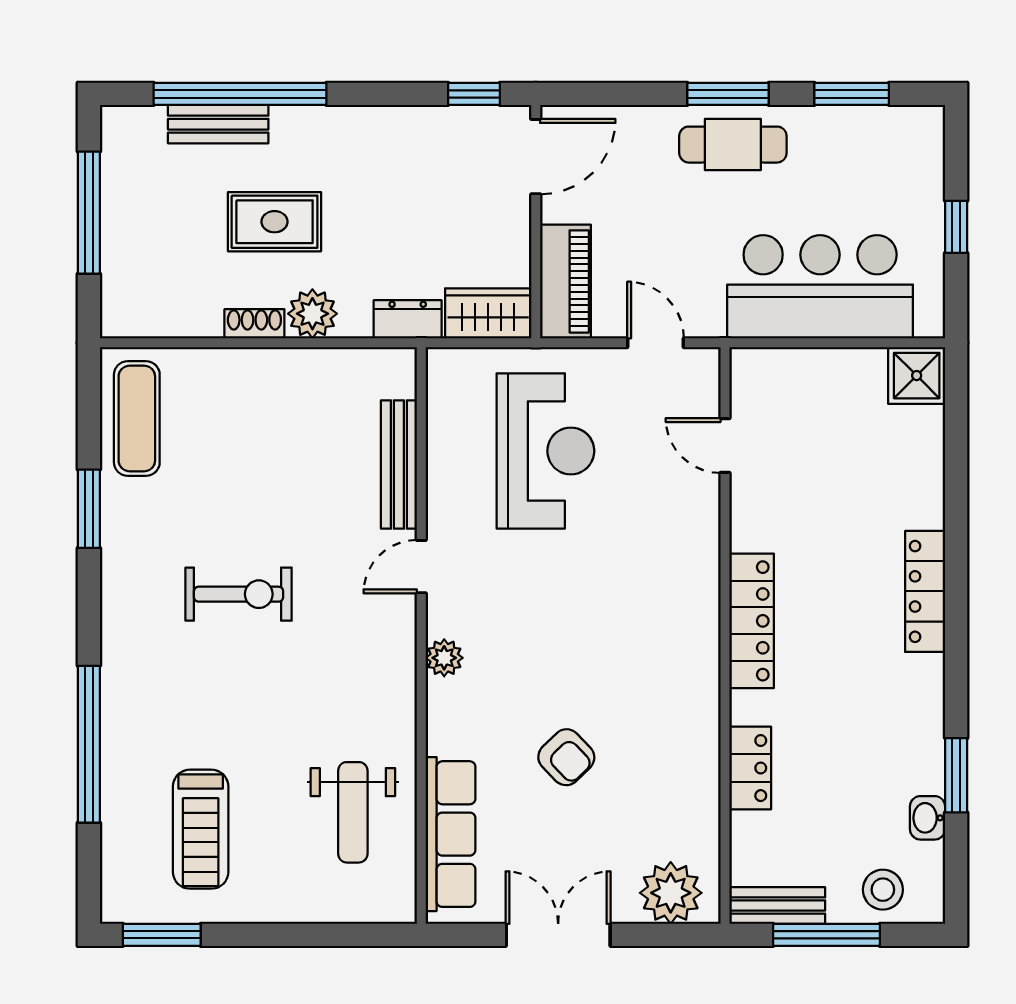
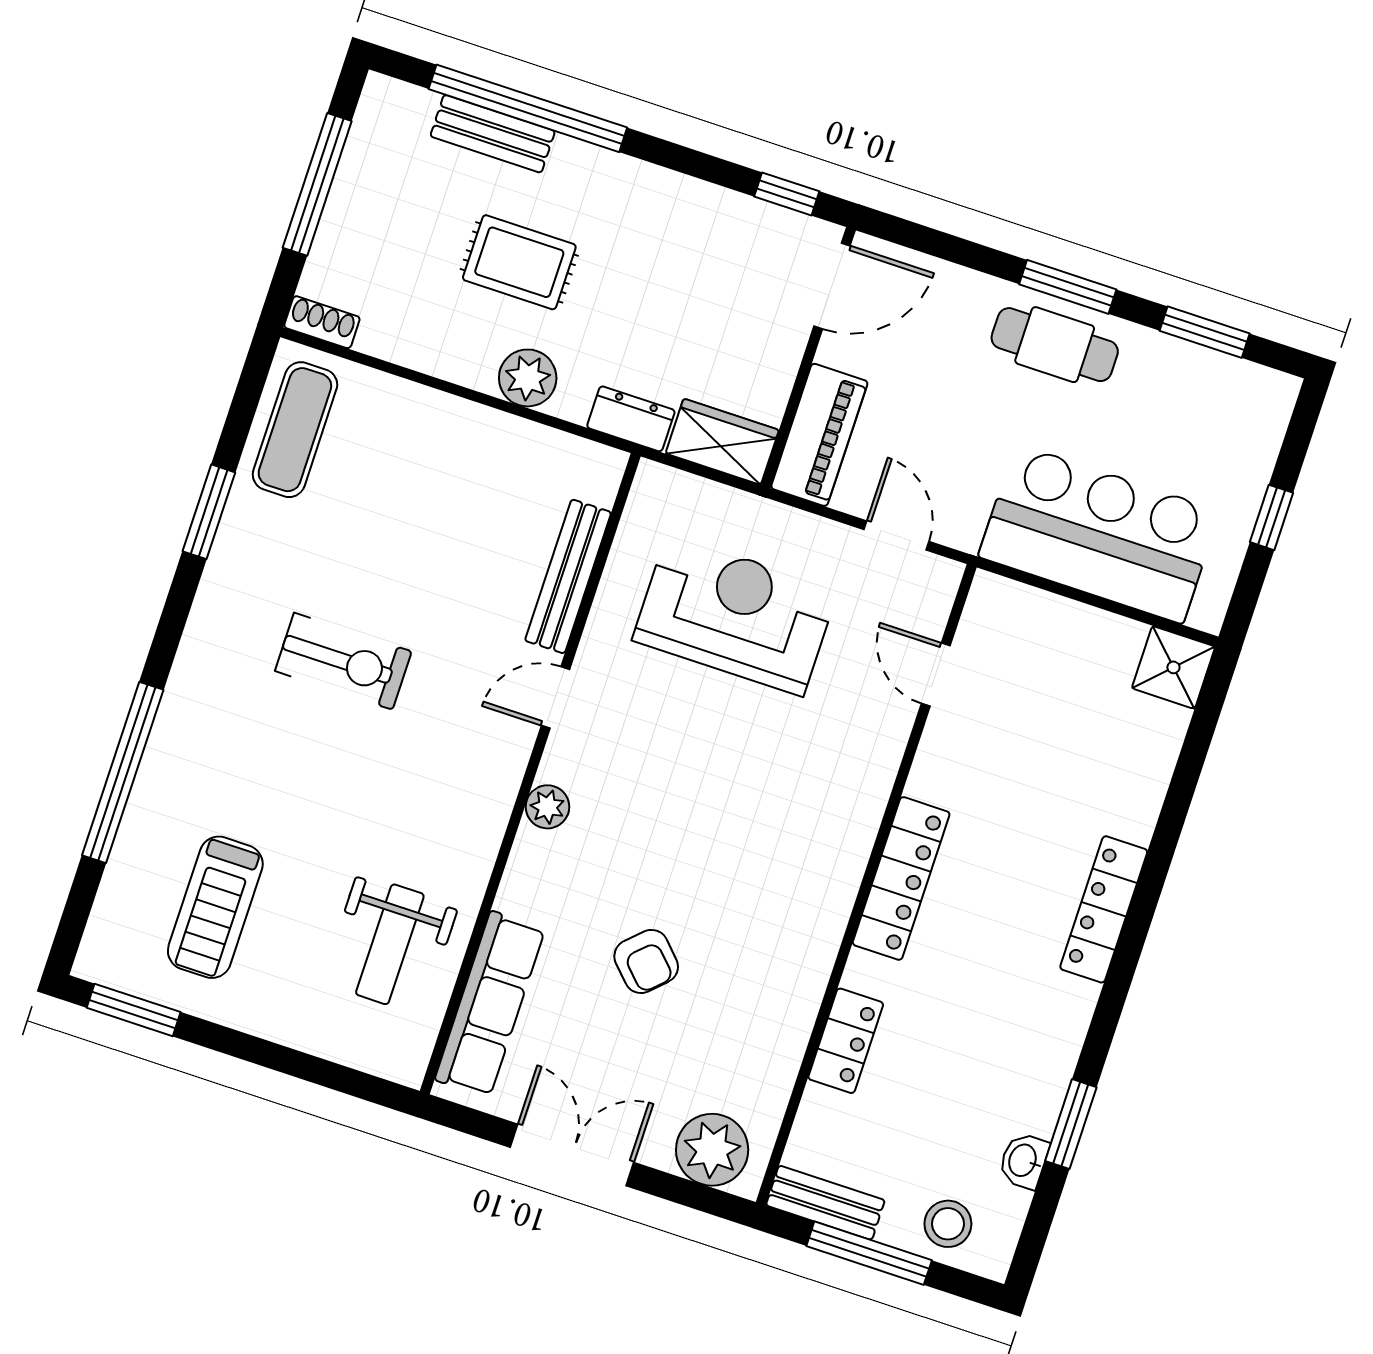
shoe rack: (254, 324) -> (322, 322), moved
reception desk: (545, 451) -> (735, 615), turned -90

